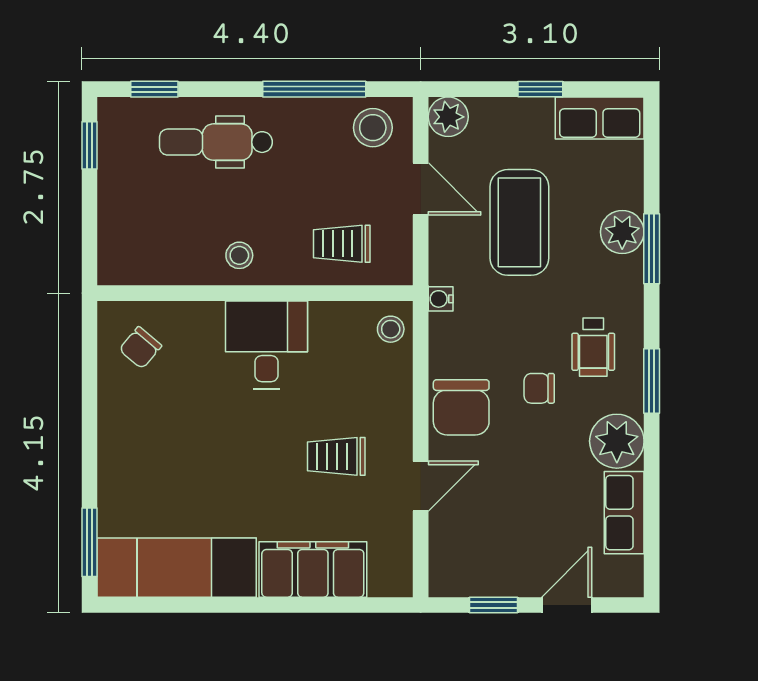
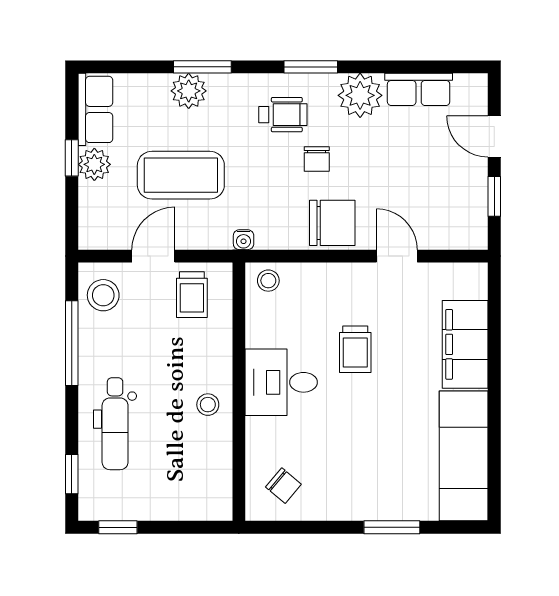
plant: (448, 117) -> (94, 164), moved
trolley: (342, 244) -> (192, 295), moved
trolley: (336, 456) -> (355, 349), moved
window: (90, 542) -> (392, 527), moved

